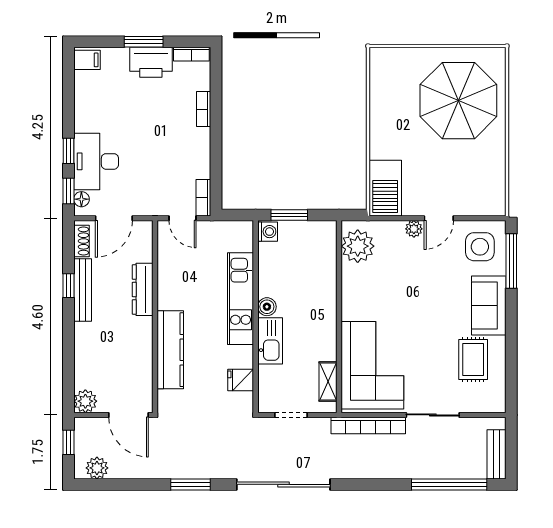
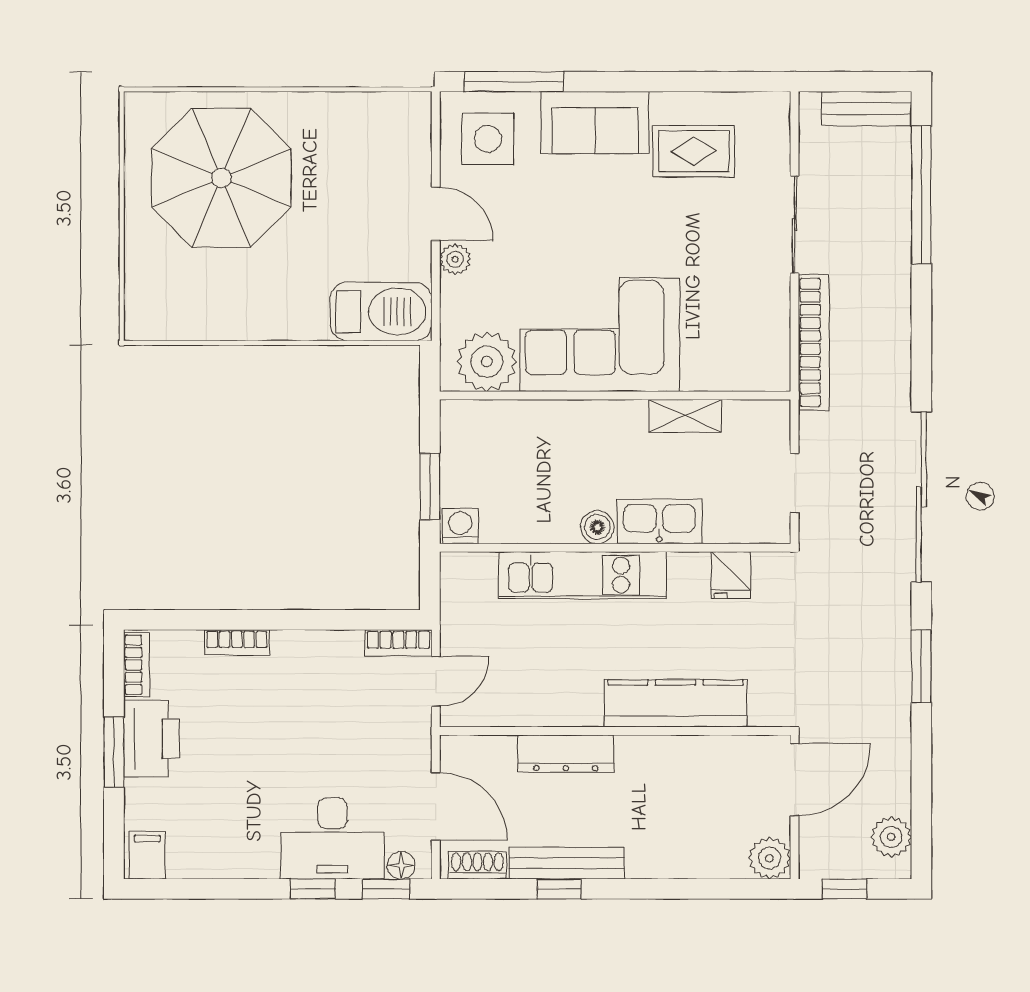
corner sofa: (372, 365) -> (600, 335), moved
shelving: (328, 382) -> (685, 416), moved

